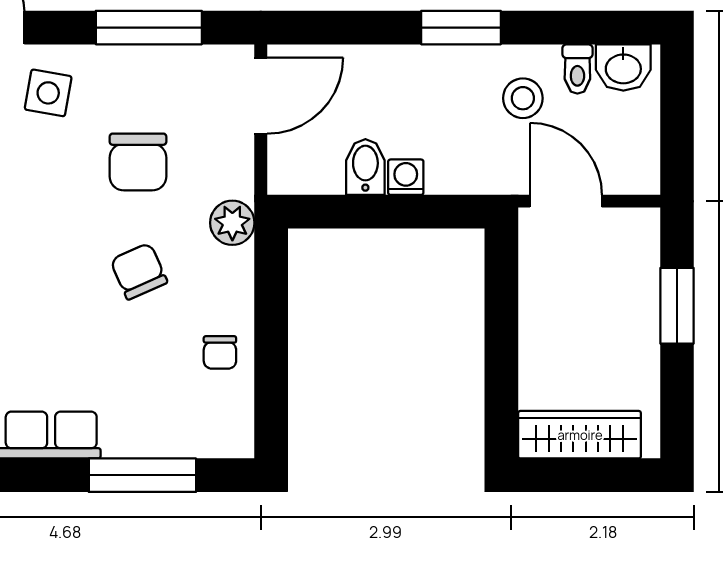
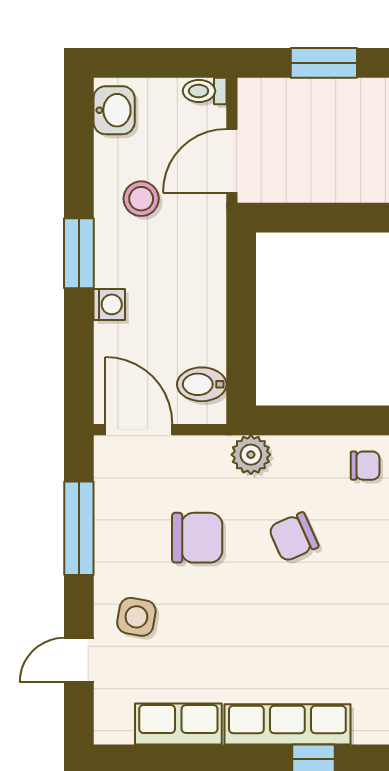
toilet: (577, 69) -> (205, 91), moved, turned 180
bidet: (365, 167) -> (202, 384), moved
washing machine: (406, 177) -> (109, 304), moved, turned 180

